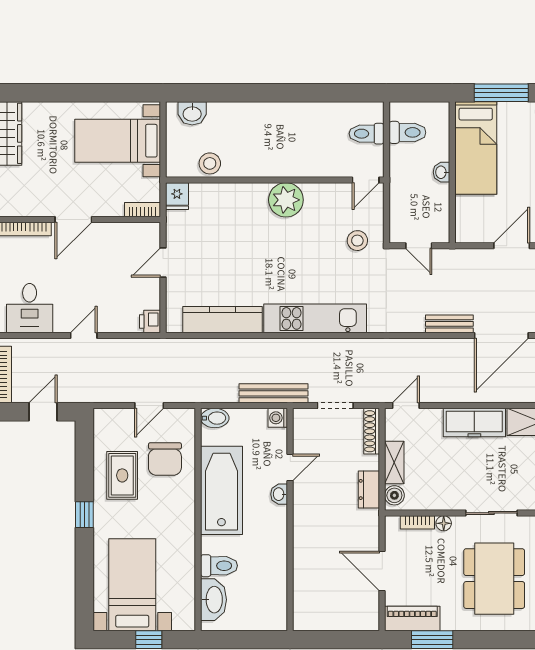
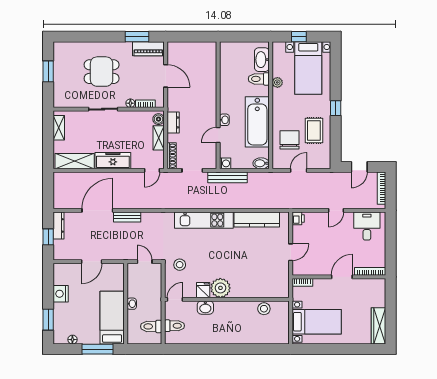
washbasin: (192, 113) -> (205, 308), moved, turned 180
fridge: (177, 196) -> (203, 290), moved
plant: (186, 560) -> (277, 82), added
dining table: (494, 579) -> (102, 72), width x0.73

